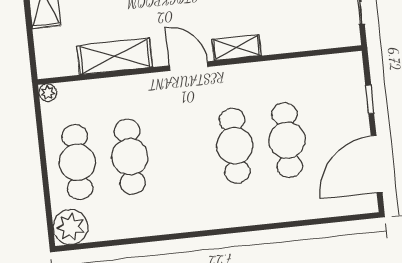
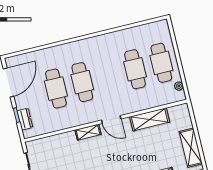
dresser: (355, 89) -> (25, 119), added
plant: (48, 93) -> (179, 86), moved
plant: (70, 227) -> (160, 29), removed

